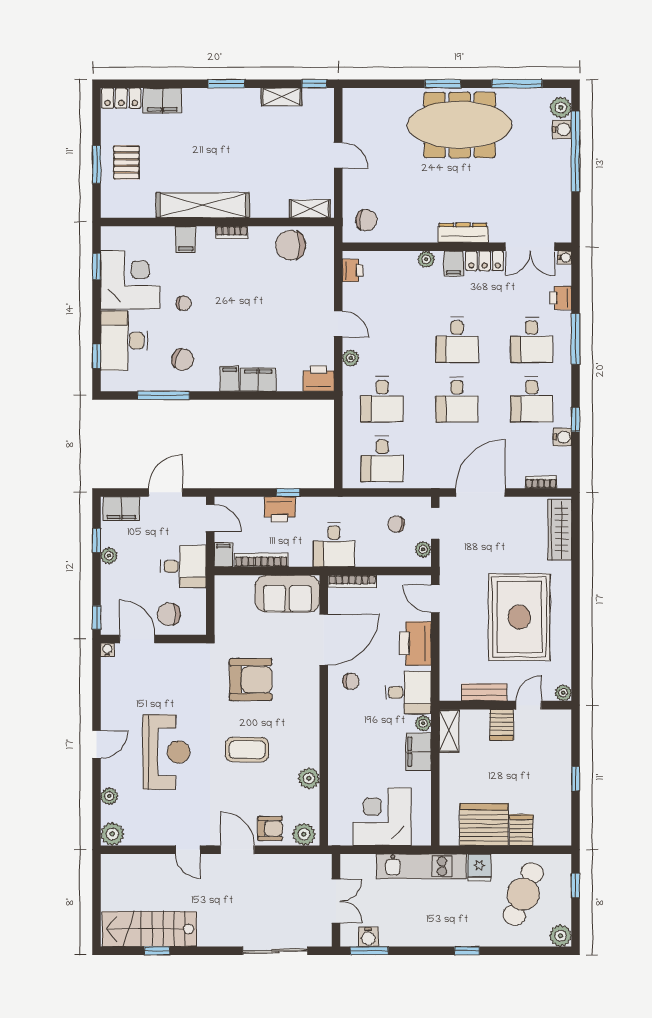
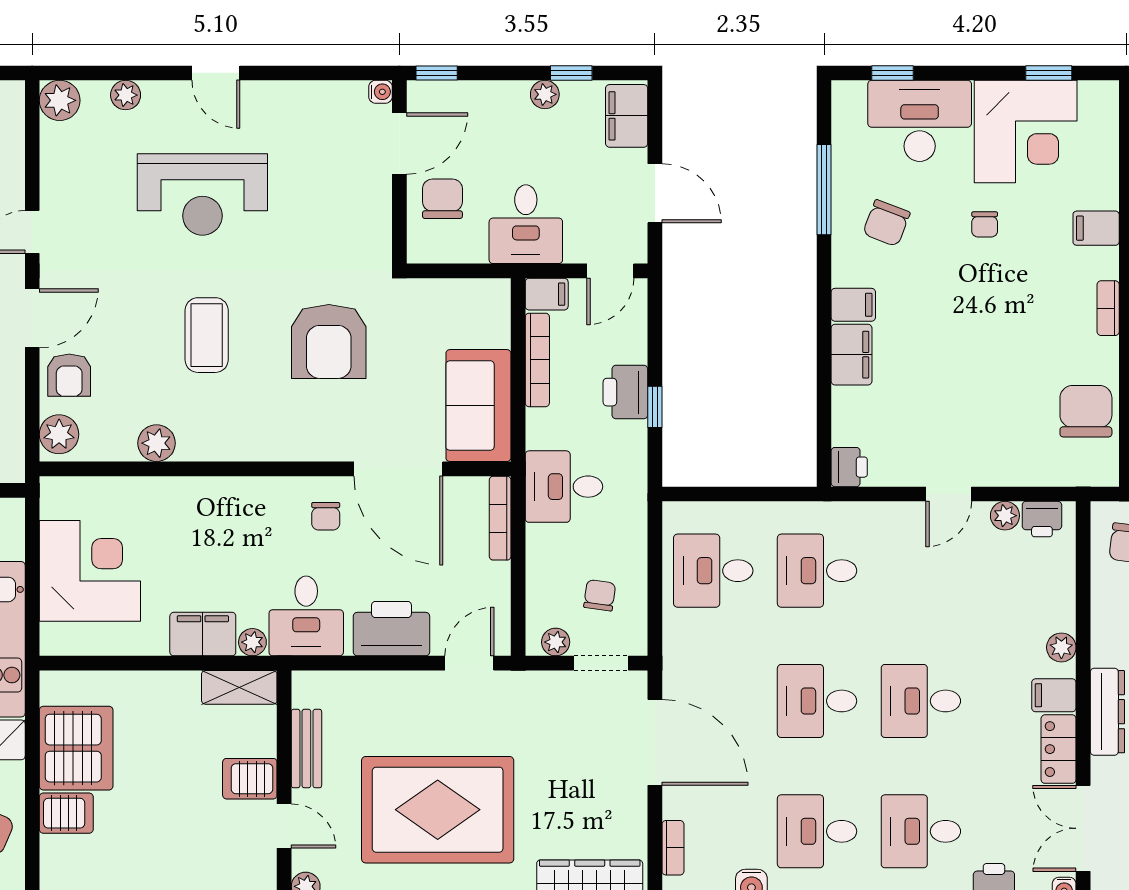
plant: (351, 358) -> (1005, 516), moved
printer: (319, 378) -> (849, 467), width x0.73, depth x0.81

